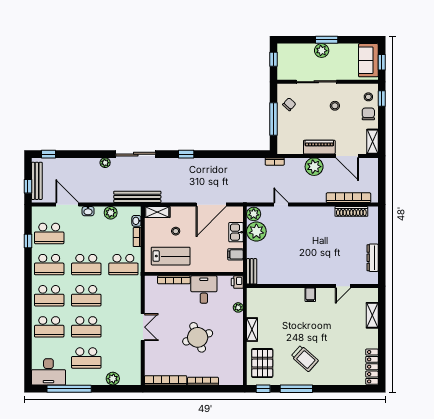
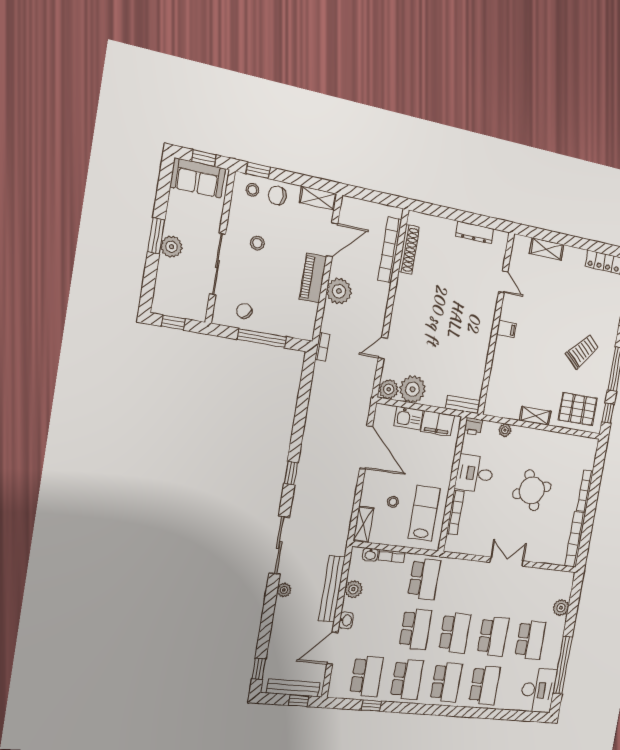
bench: (137, 197) -> (332, 589), moved
filing cabinet: (235, 254) -> (437, 423), width x2.00

